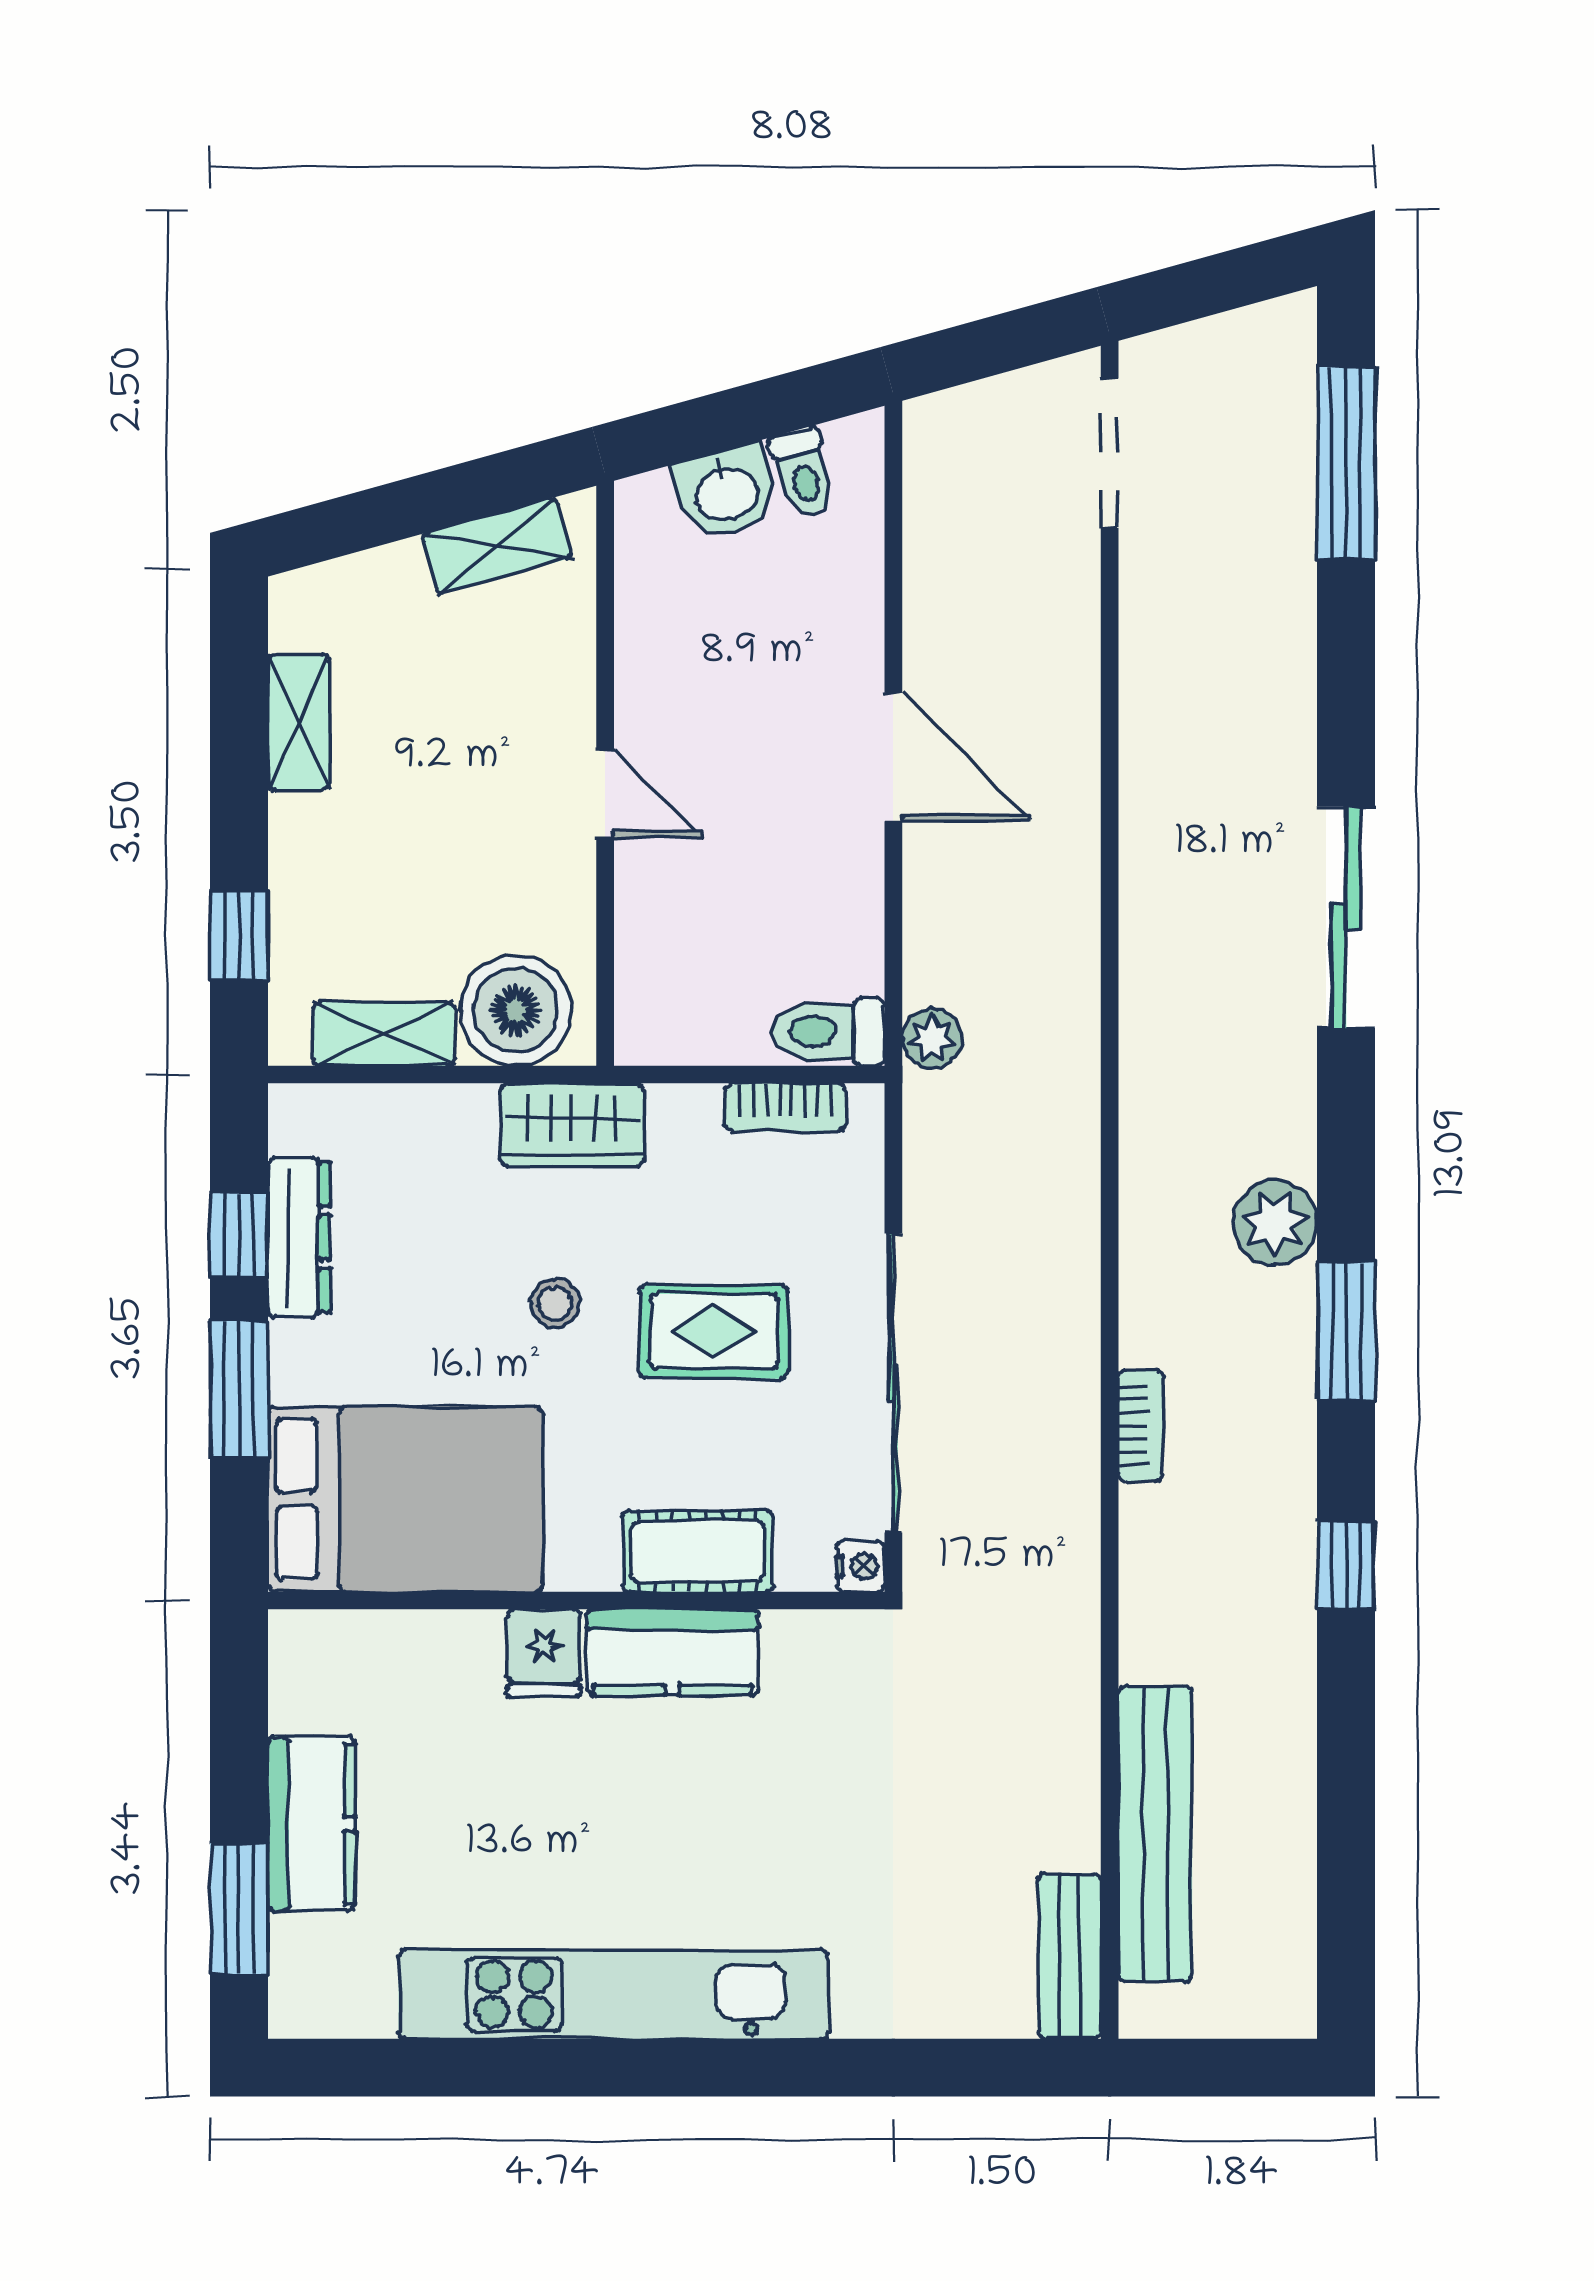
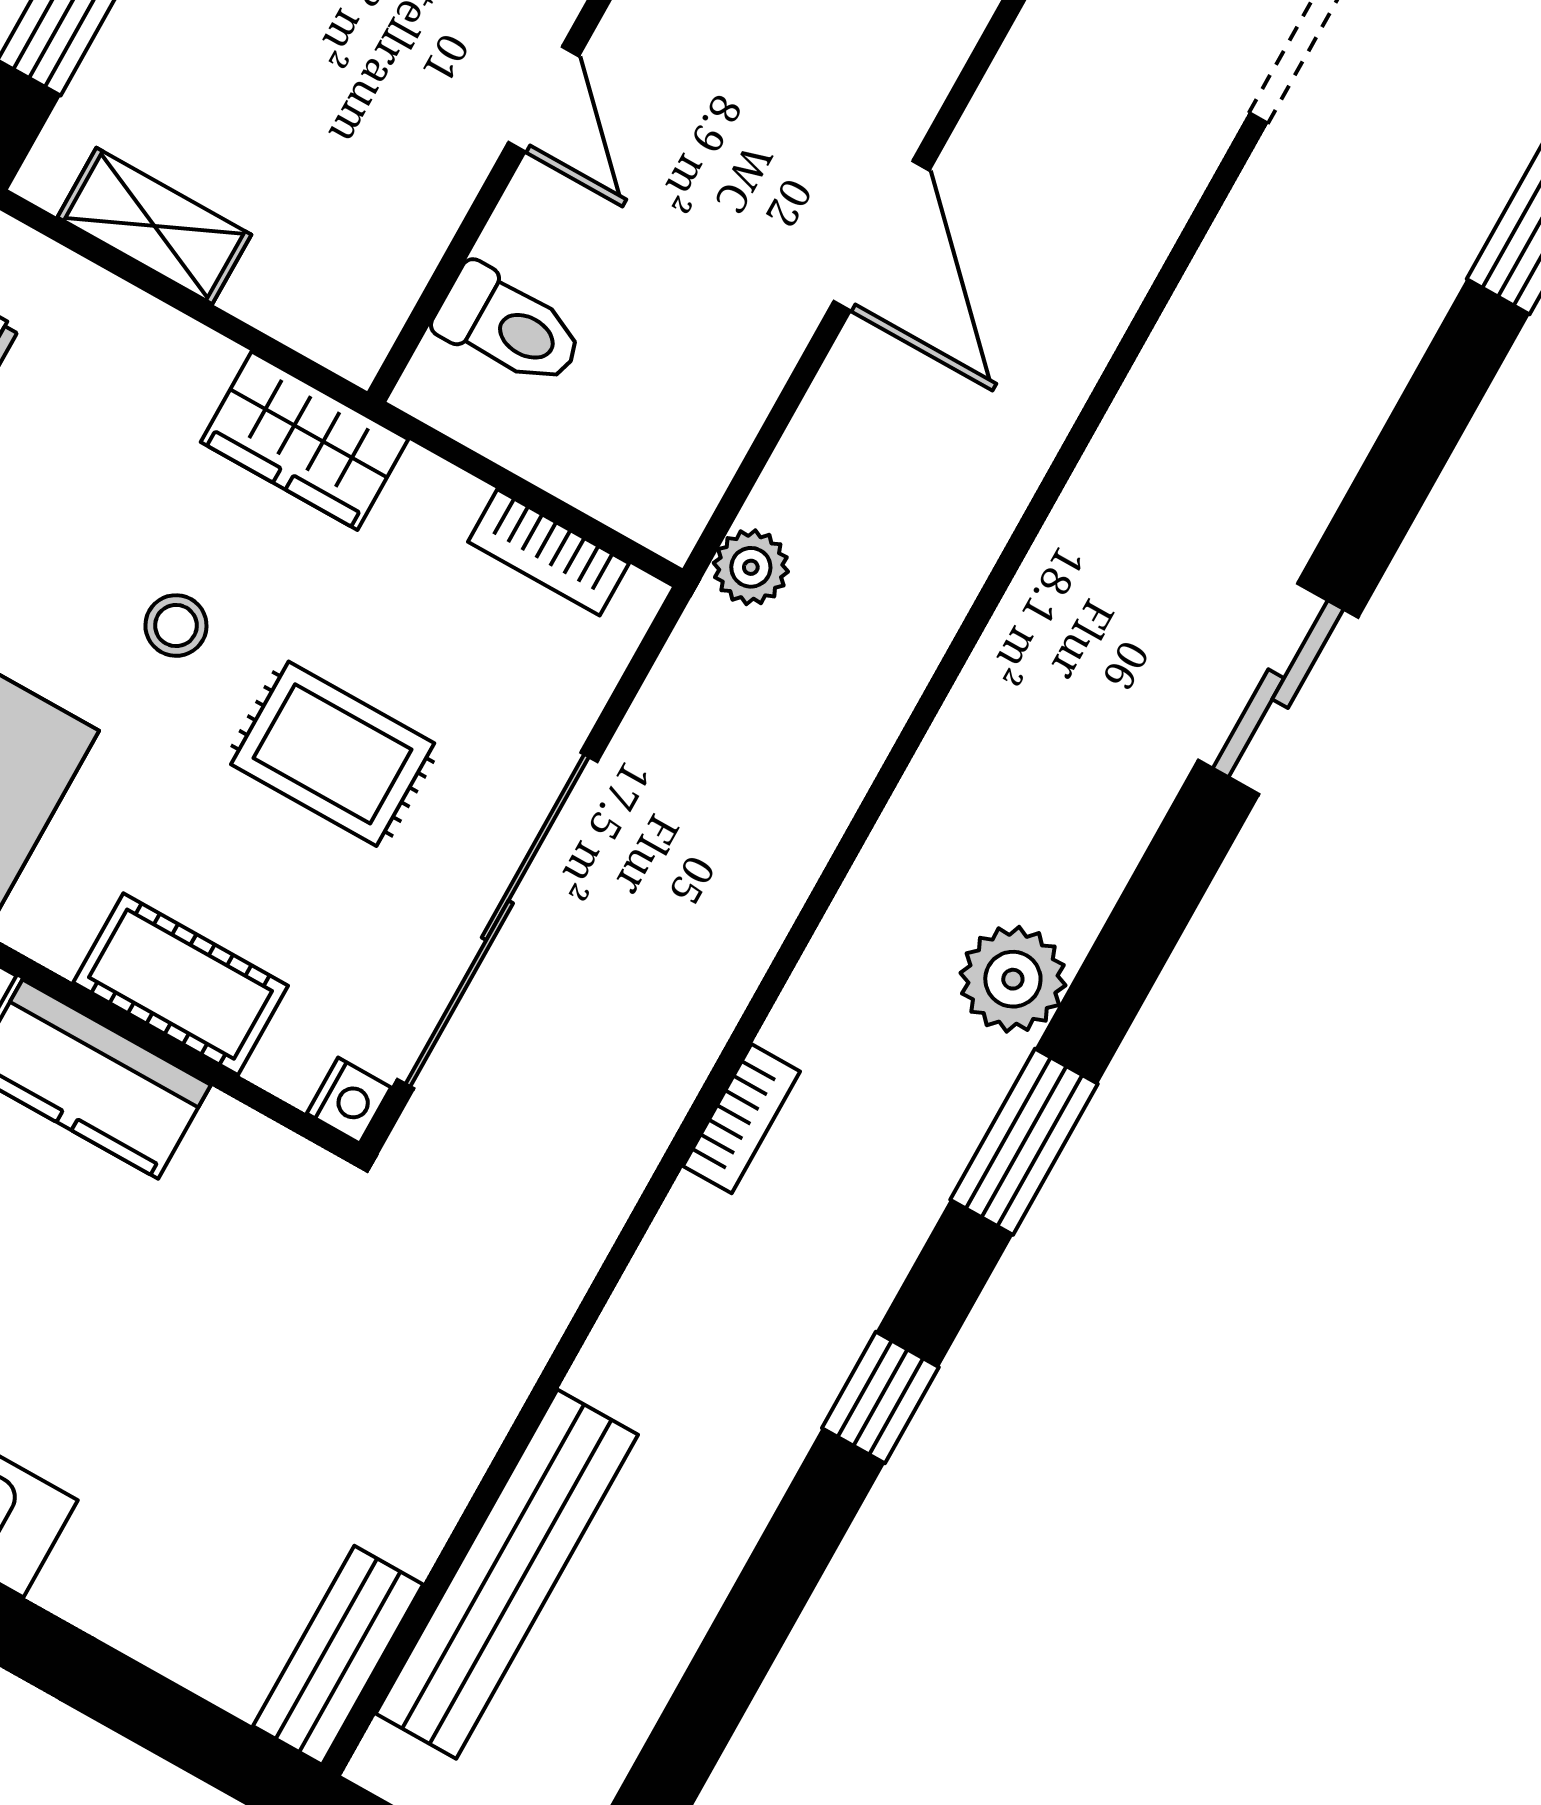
sliding door: (1346, 917) -> (1278, 689), width x0.73
boiler: (516, 1011) -> (313, 281), removed
toilet: (829, 1032) -> (509, 327), moved, turned 180

